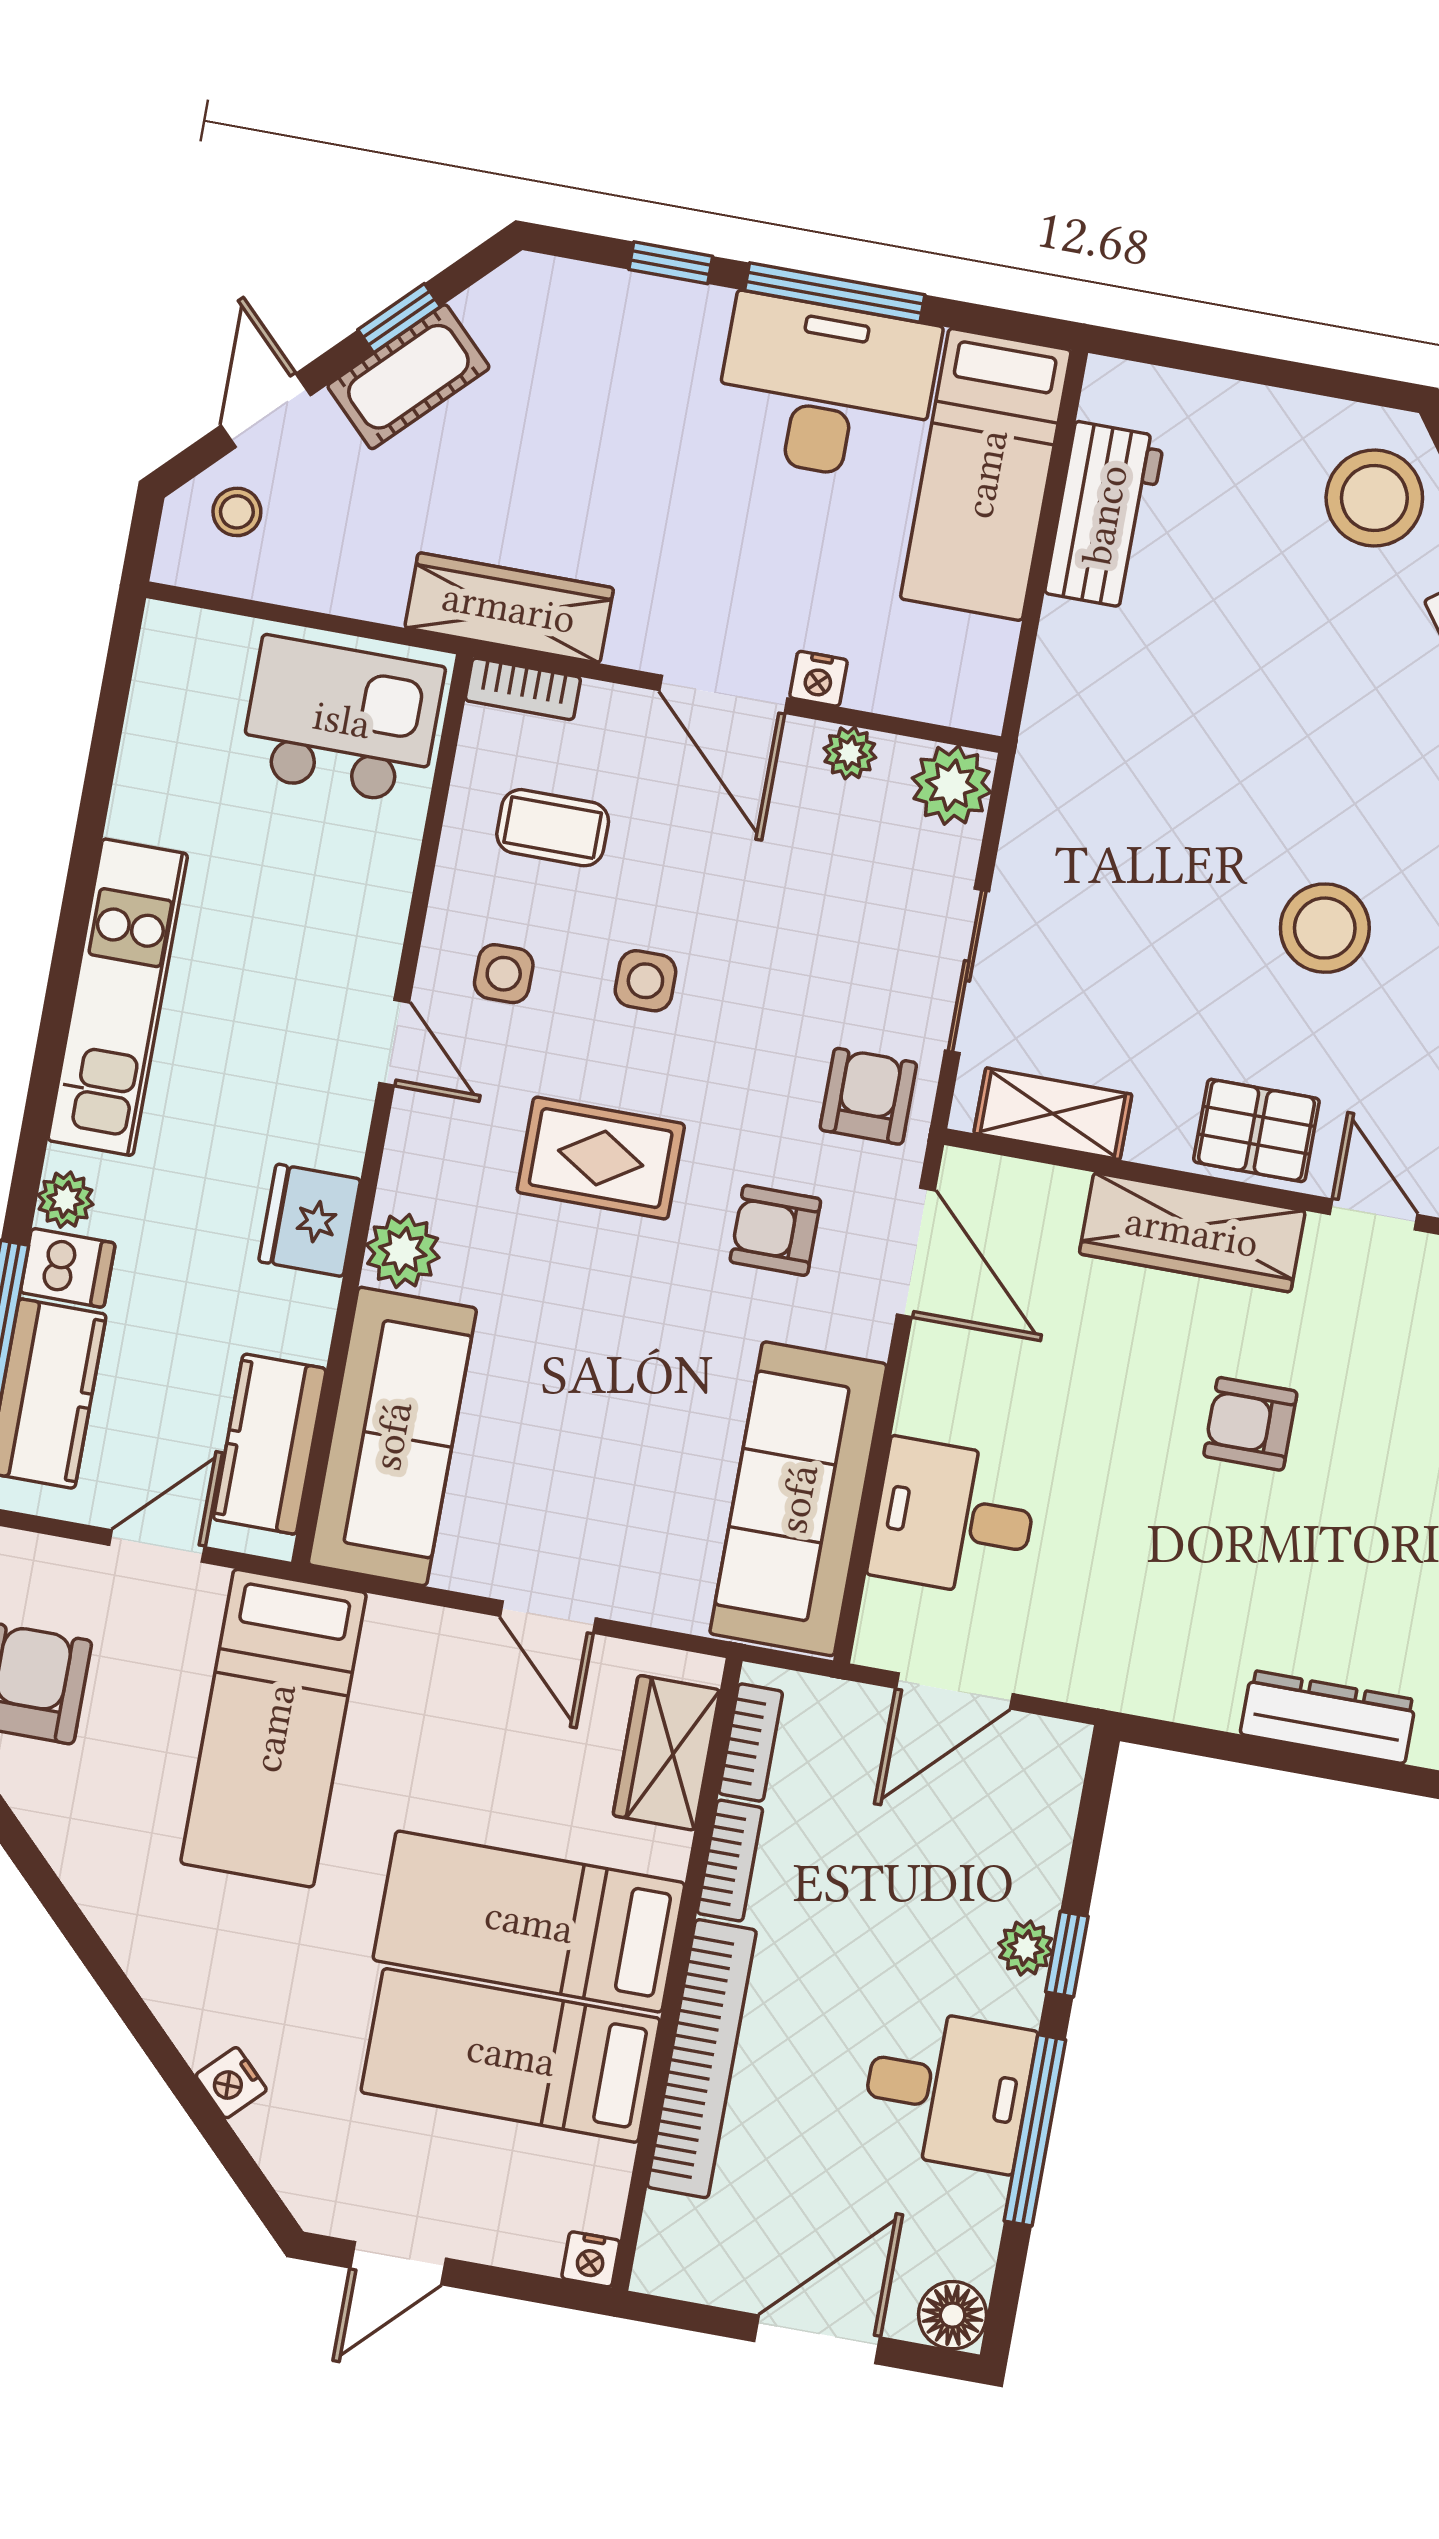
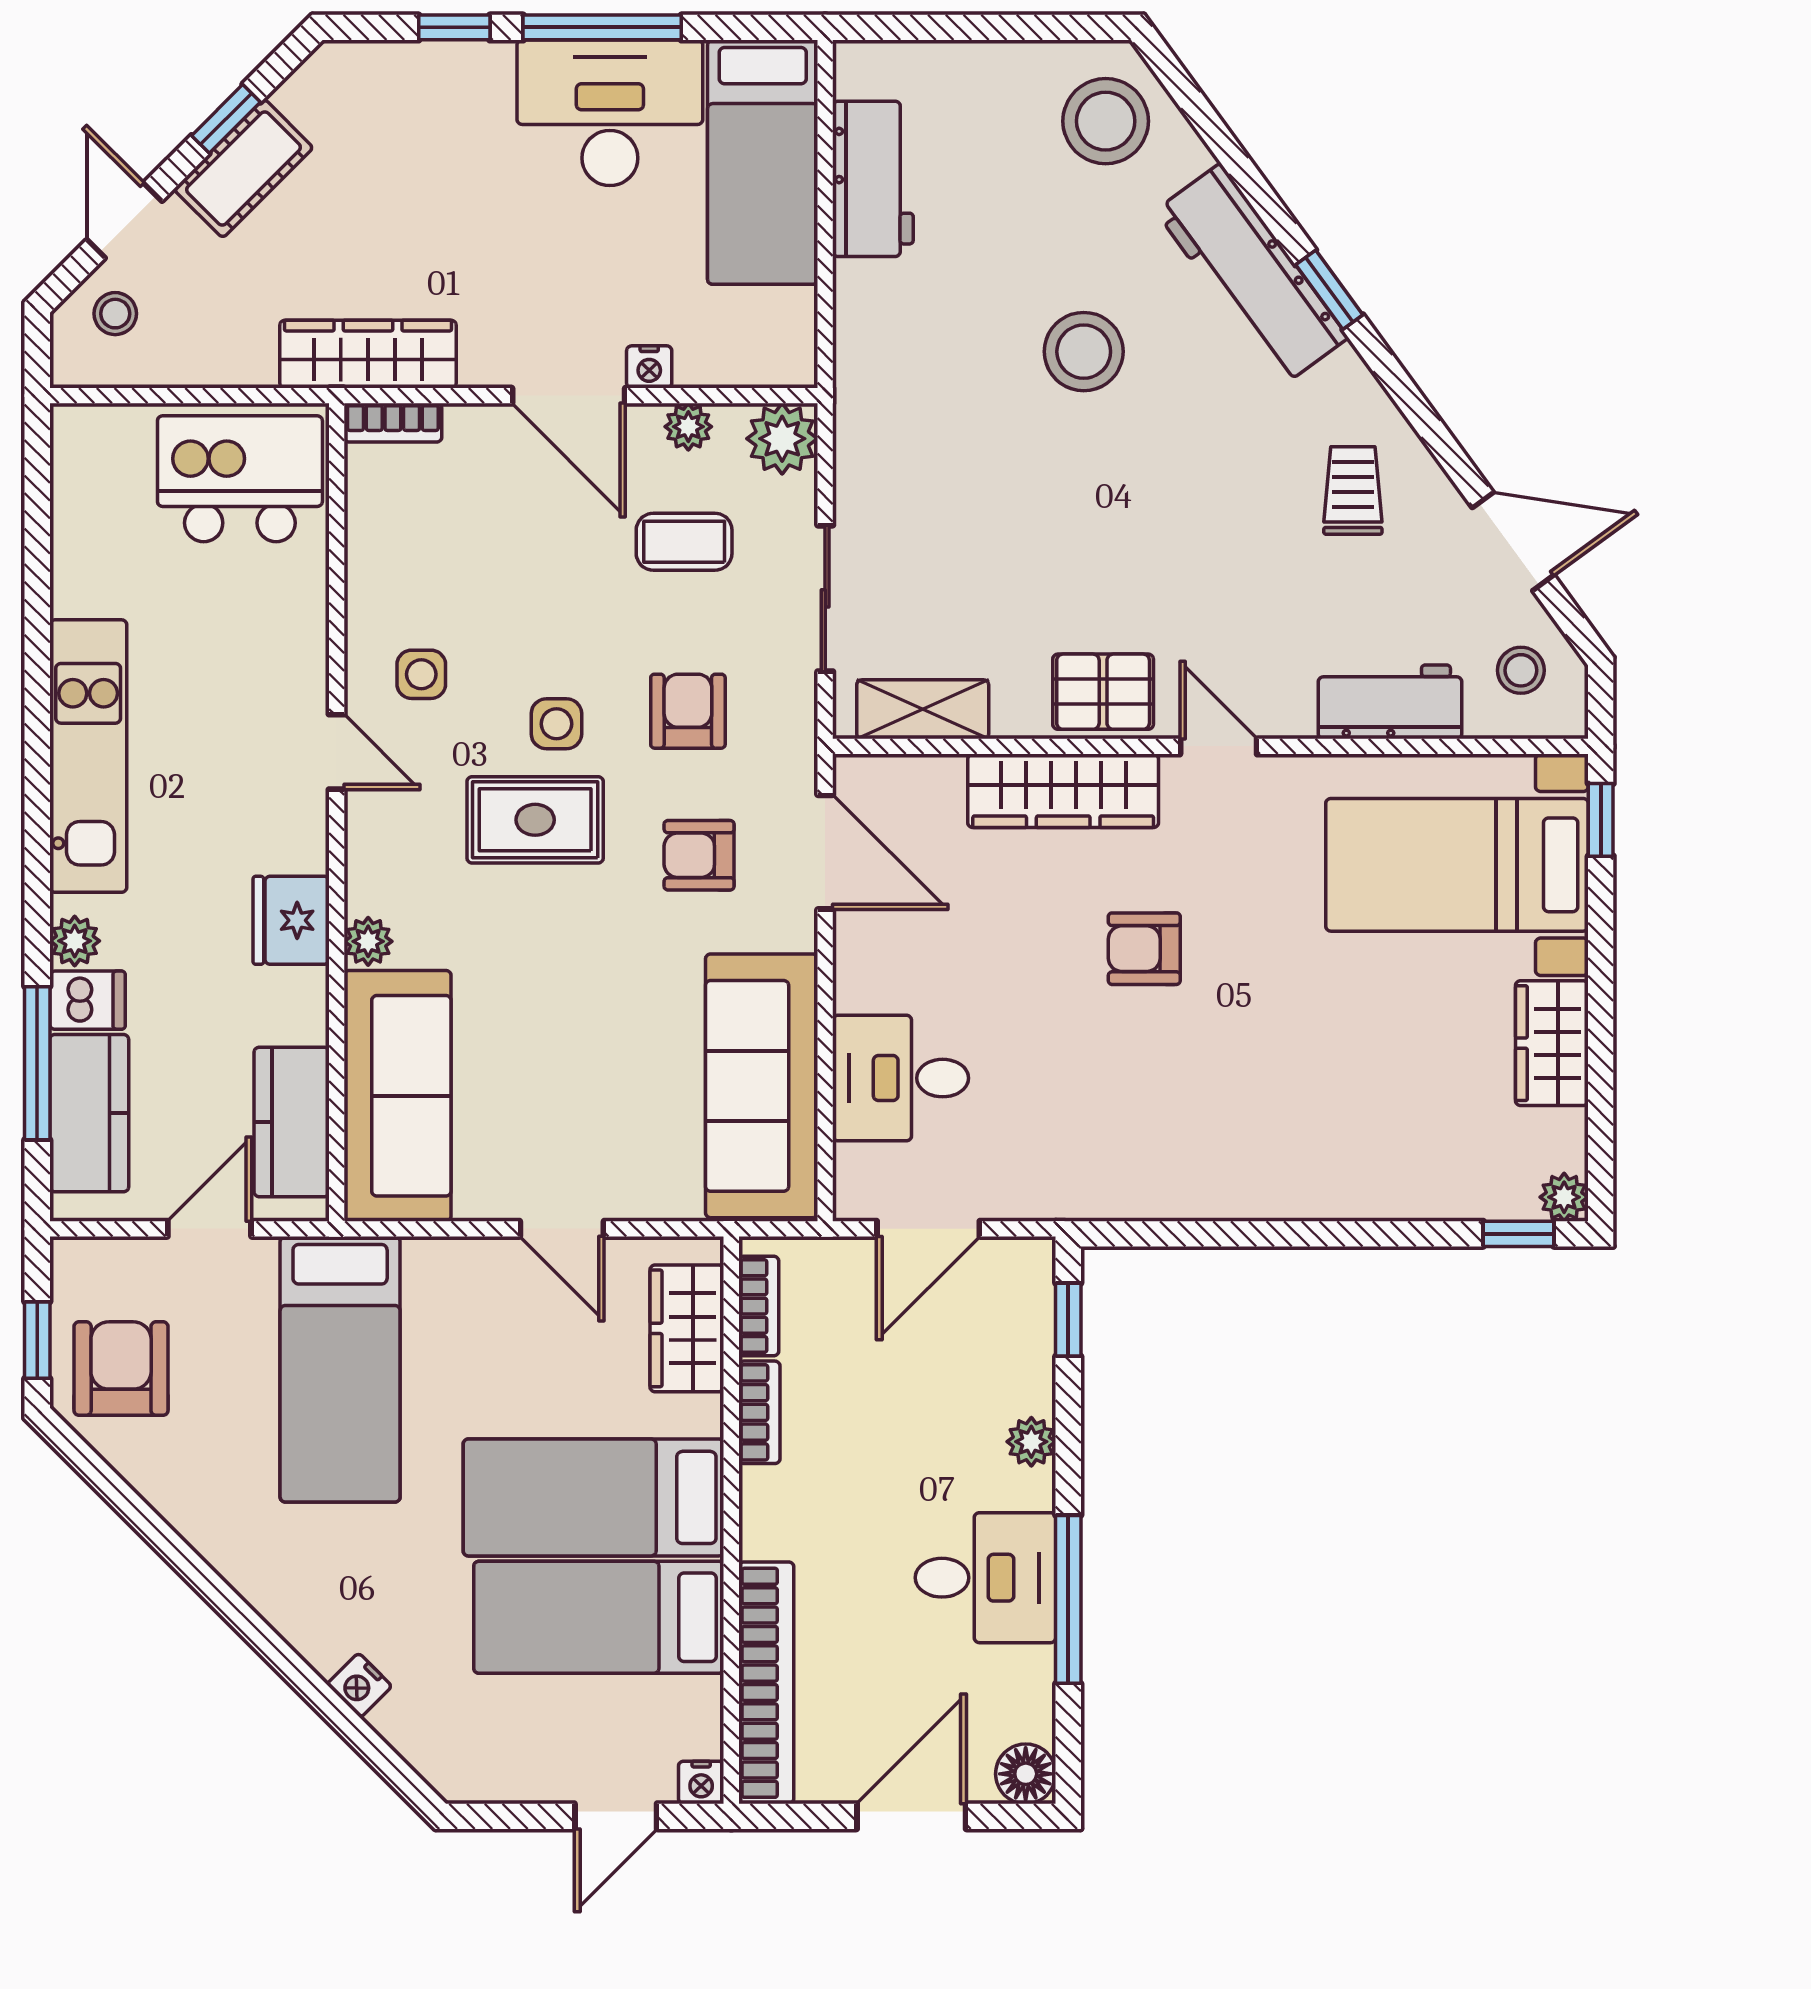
coffee table: (553, 828) -> (684, 542), moved
stool: (1325, 928) -> (1084, 352), moved
side table: (645, 981) -> (556, 724), moved
armchair: (868, 1096) -> (688, 711), moved
plant: (403, 1251) -> (368, 941), width x0.73, depth x0.73
dresser: (1328, 1717) -> (1259, 1192), removed
window: (1067, 1954) -> (1068, 1320), moved
bookcase: (702, 2059) -> (766, 1683), moved
door: (398, 2263) -> (616, 1816), moved

